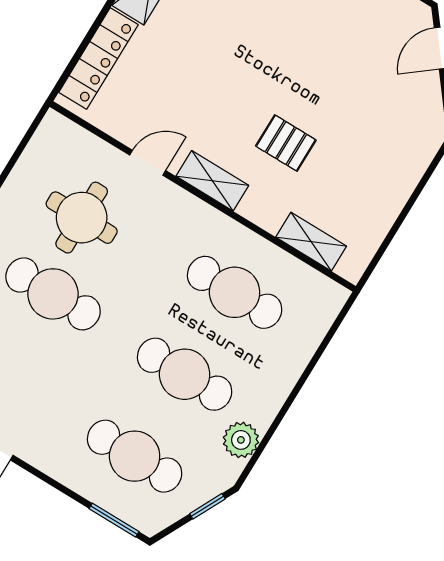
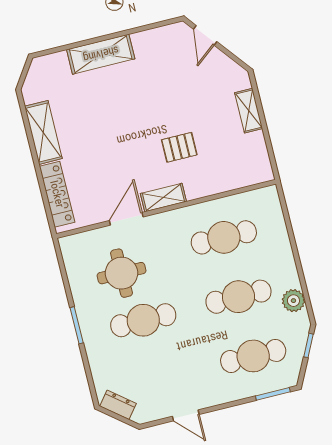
door: (148, 163) -> (126, 219), width x1.37
shelving: (311, 242) -> (249, 111), moved, turned 90

